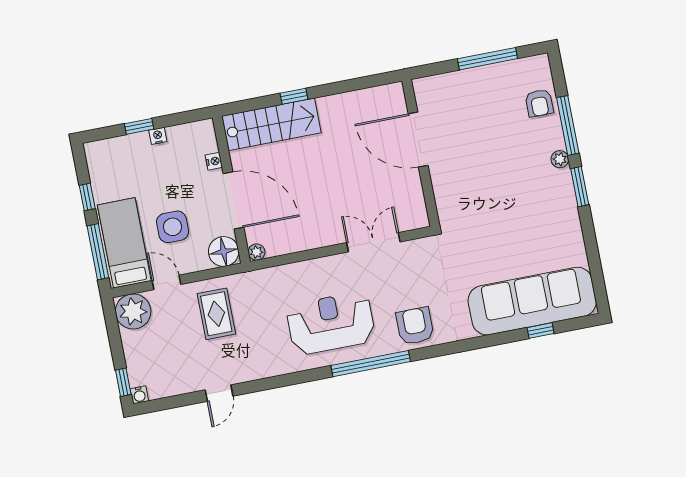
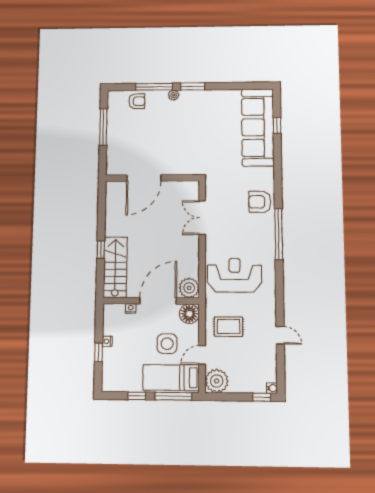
plant: (256, 252) -> (189, 288), width x1.87, depth x1.87
reception desk: (331, 323) -> (235, 275), moved, turned 90

